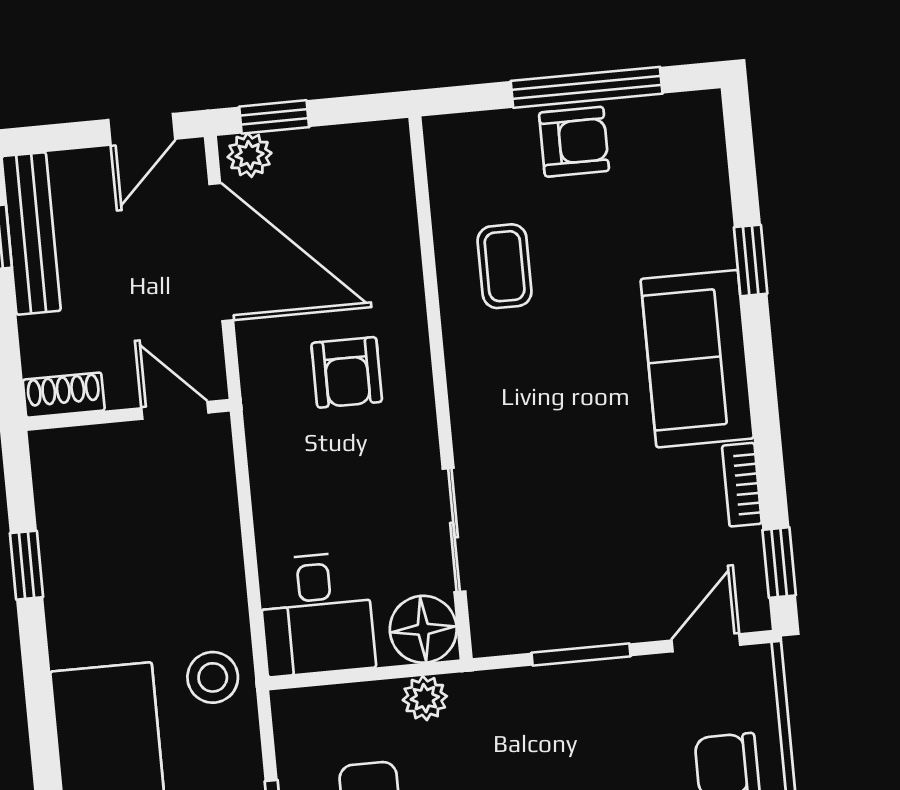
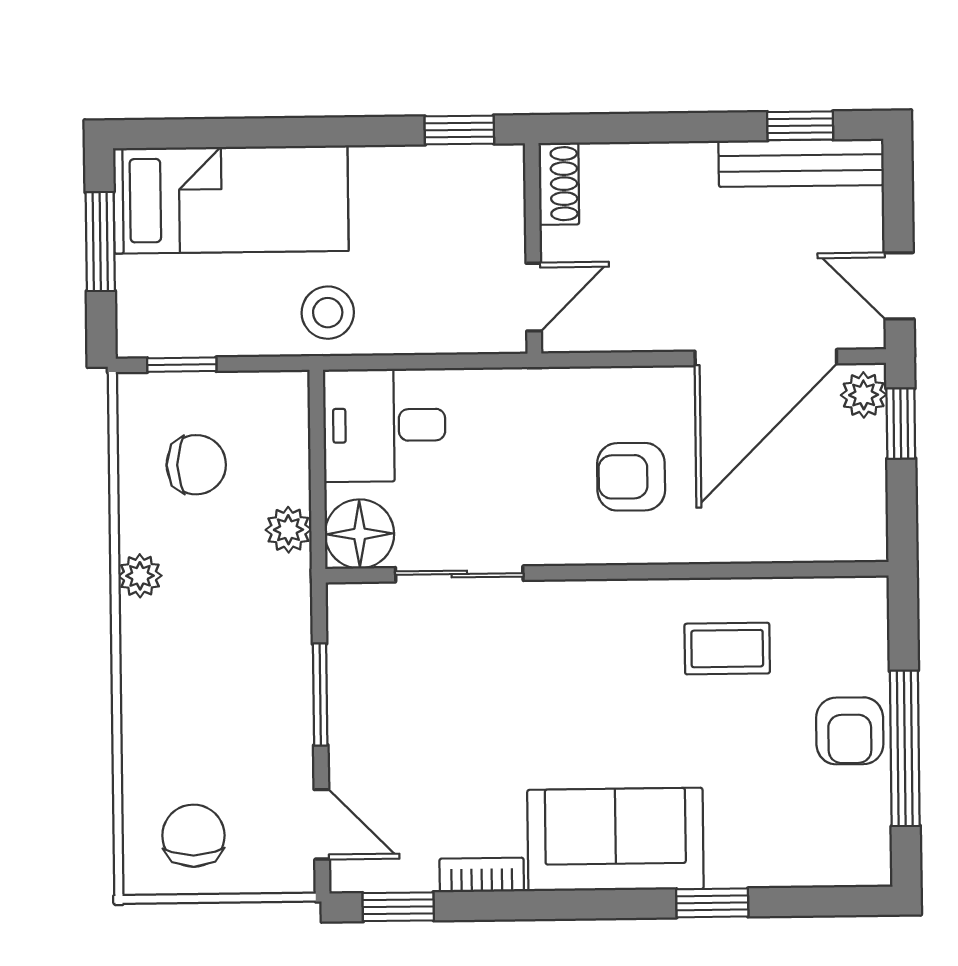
shoe rack: (64, 395) -> (559, 184), moved
door: (175, 410) -> (534, 297), moved
wall: (128, 415) -> (533, 248), moved

